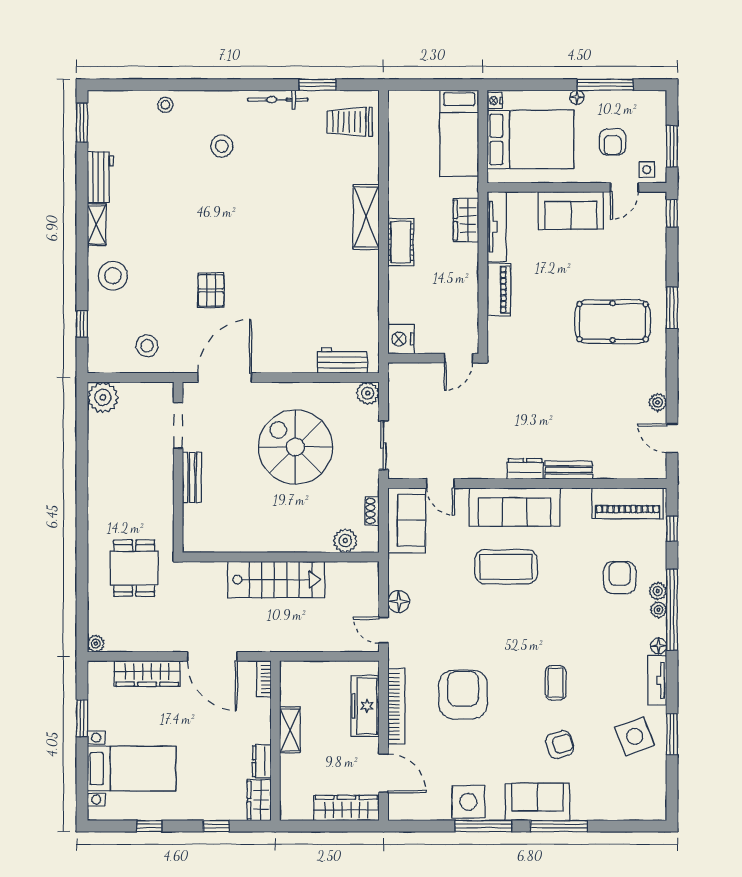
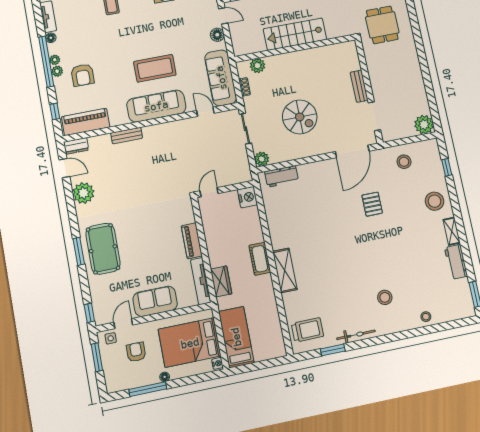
pool table: (613, 322) -> (103, 249), moved, turned 90
plant: (658, 402) -> (83, 193), width x1.88, depth x1.88
spiral stairs: (295, 447) -> (300, 117), width x0.73, depth x0.73
dresser: (525, 469) -> (76, 146), moved
sofa: (407, 520) -> (221, 78), width x1.36

